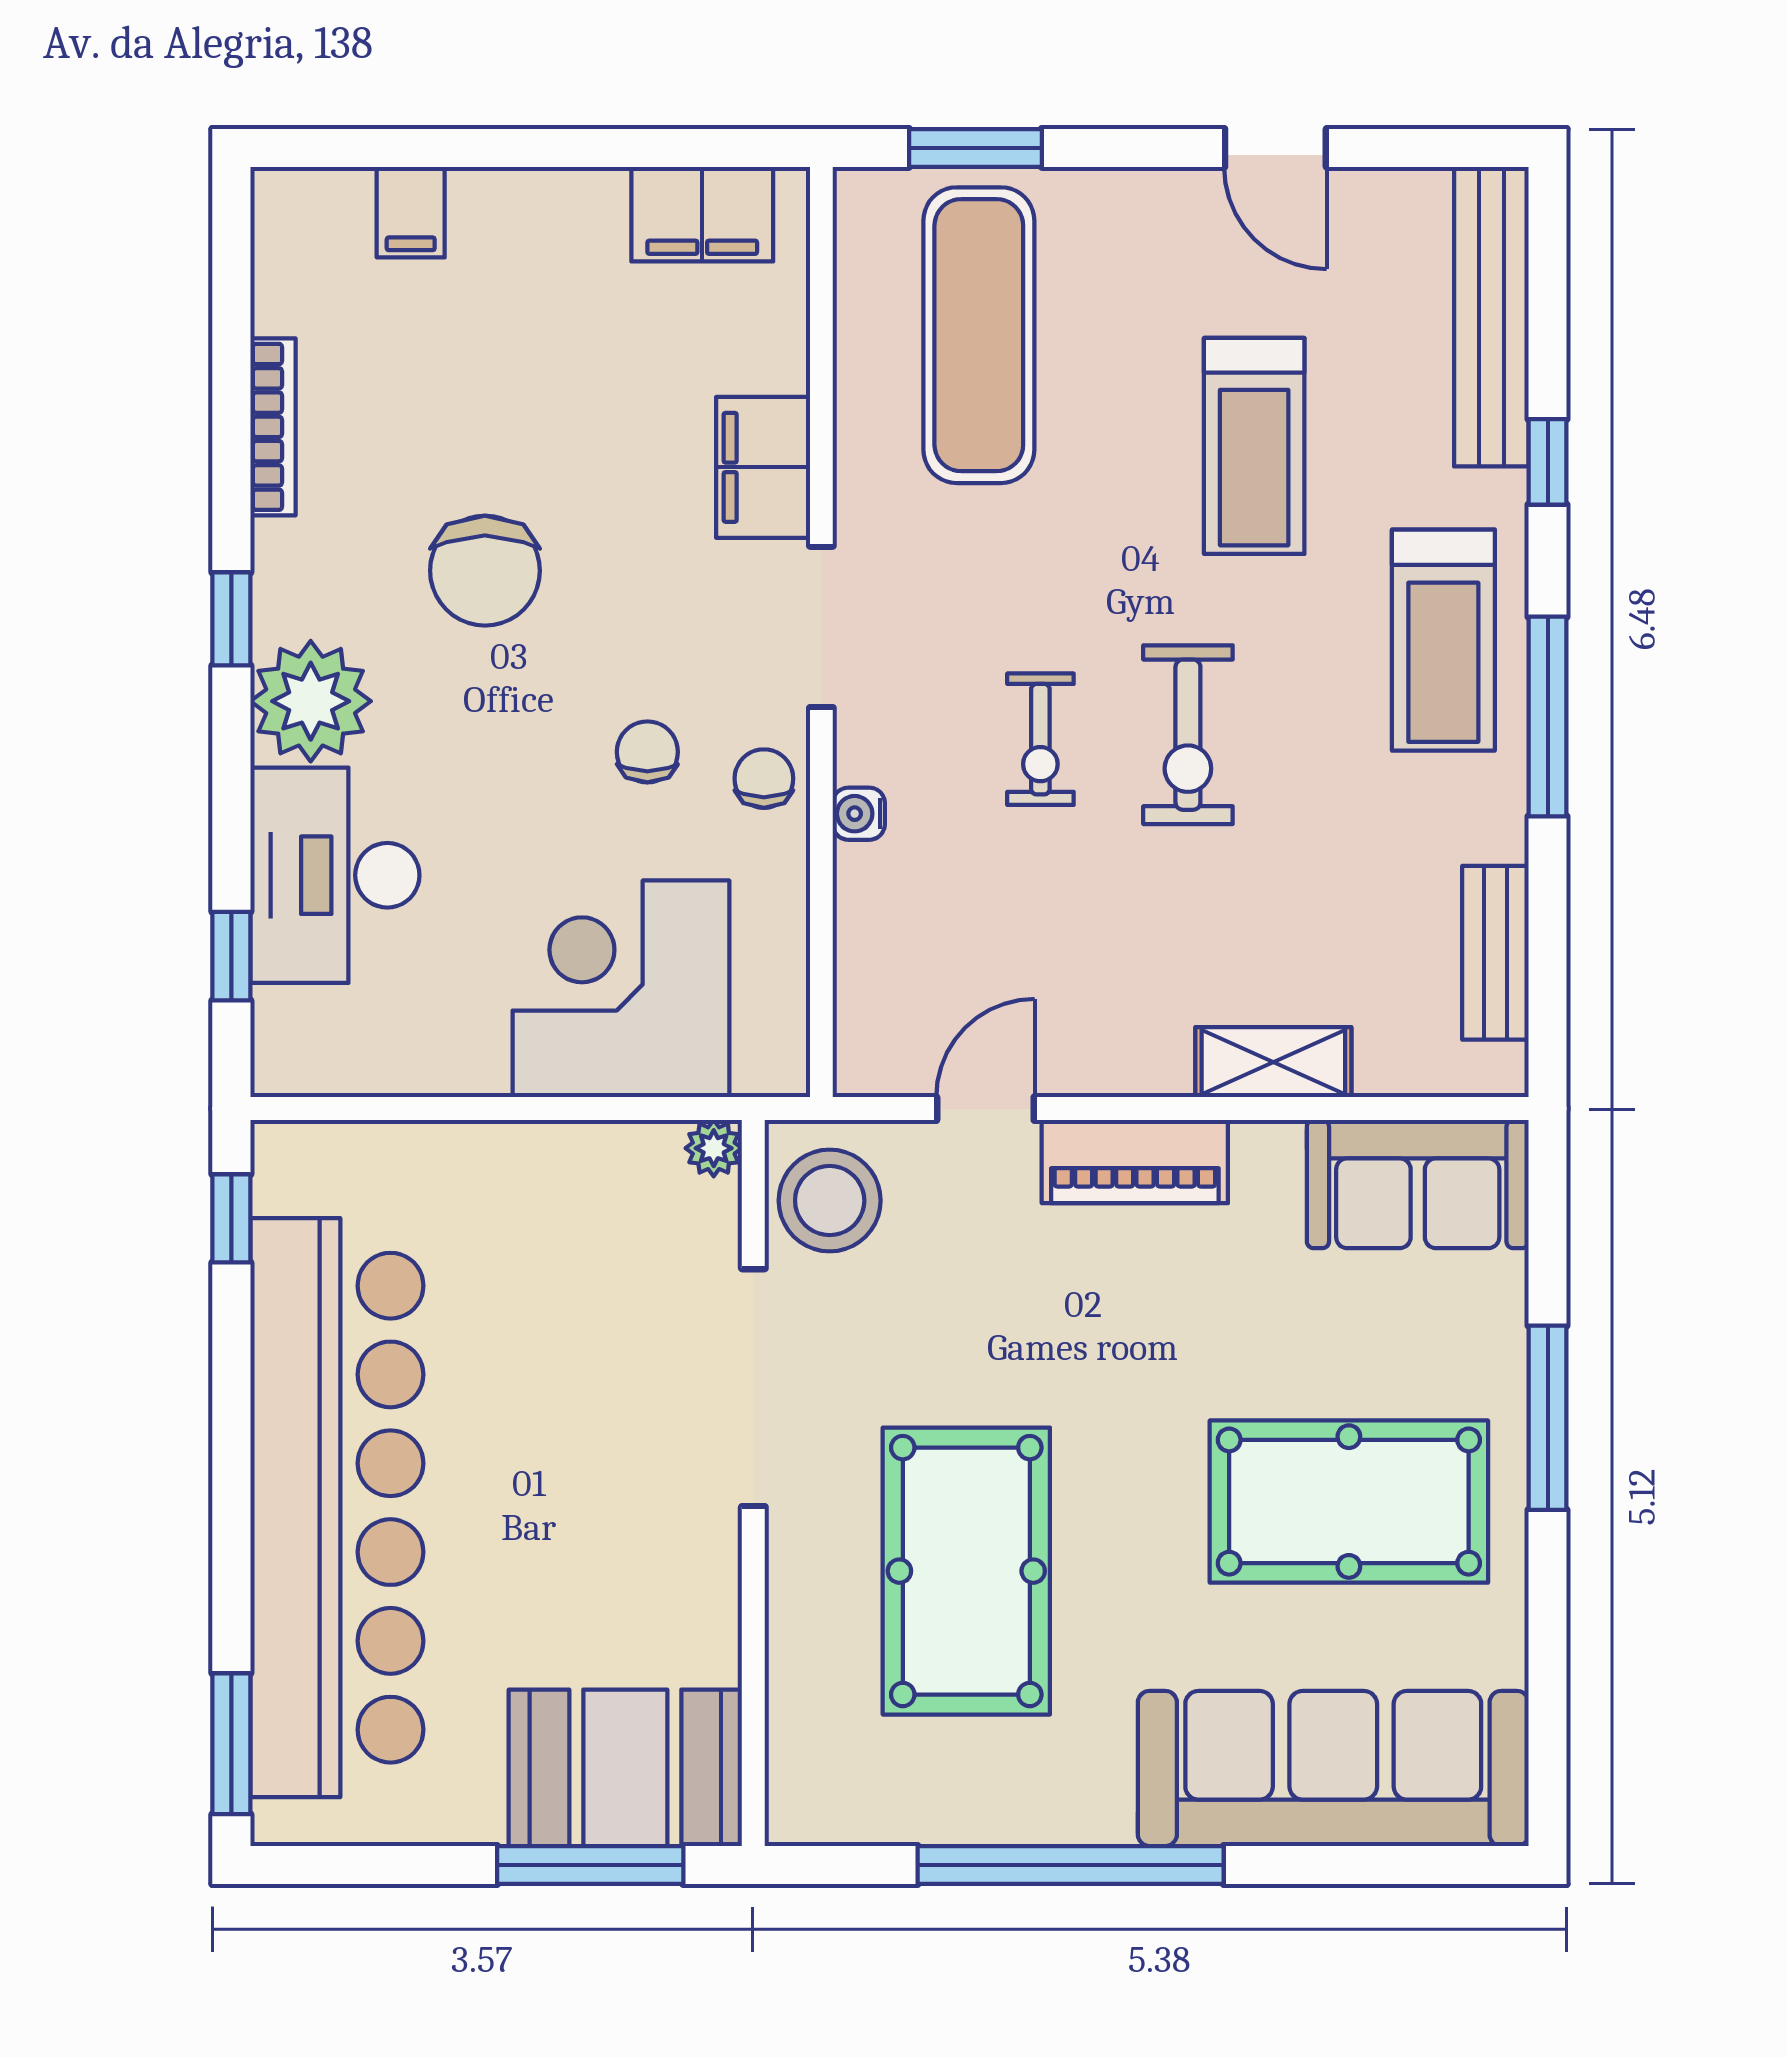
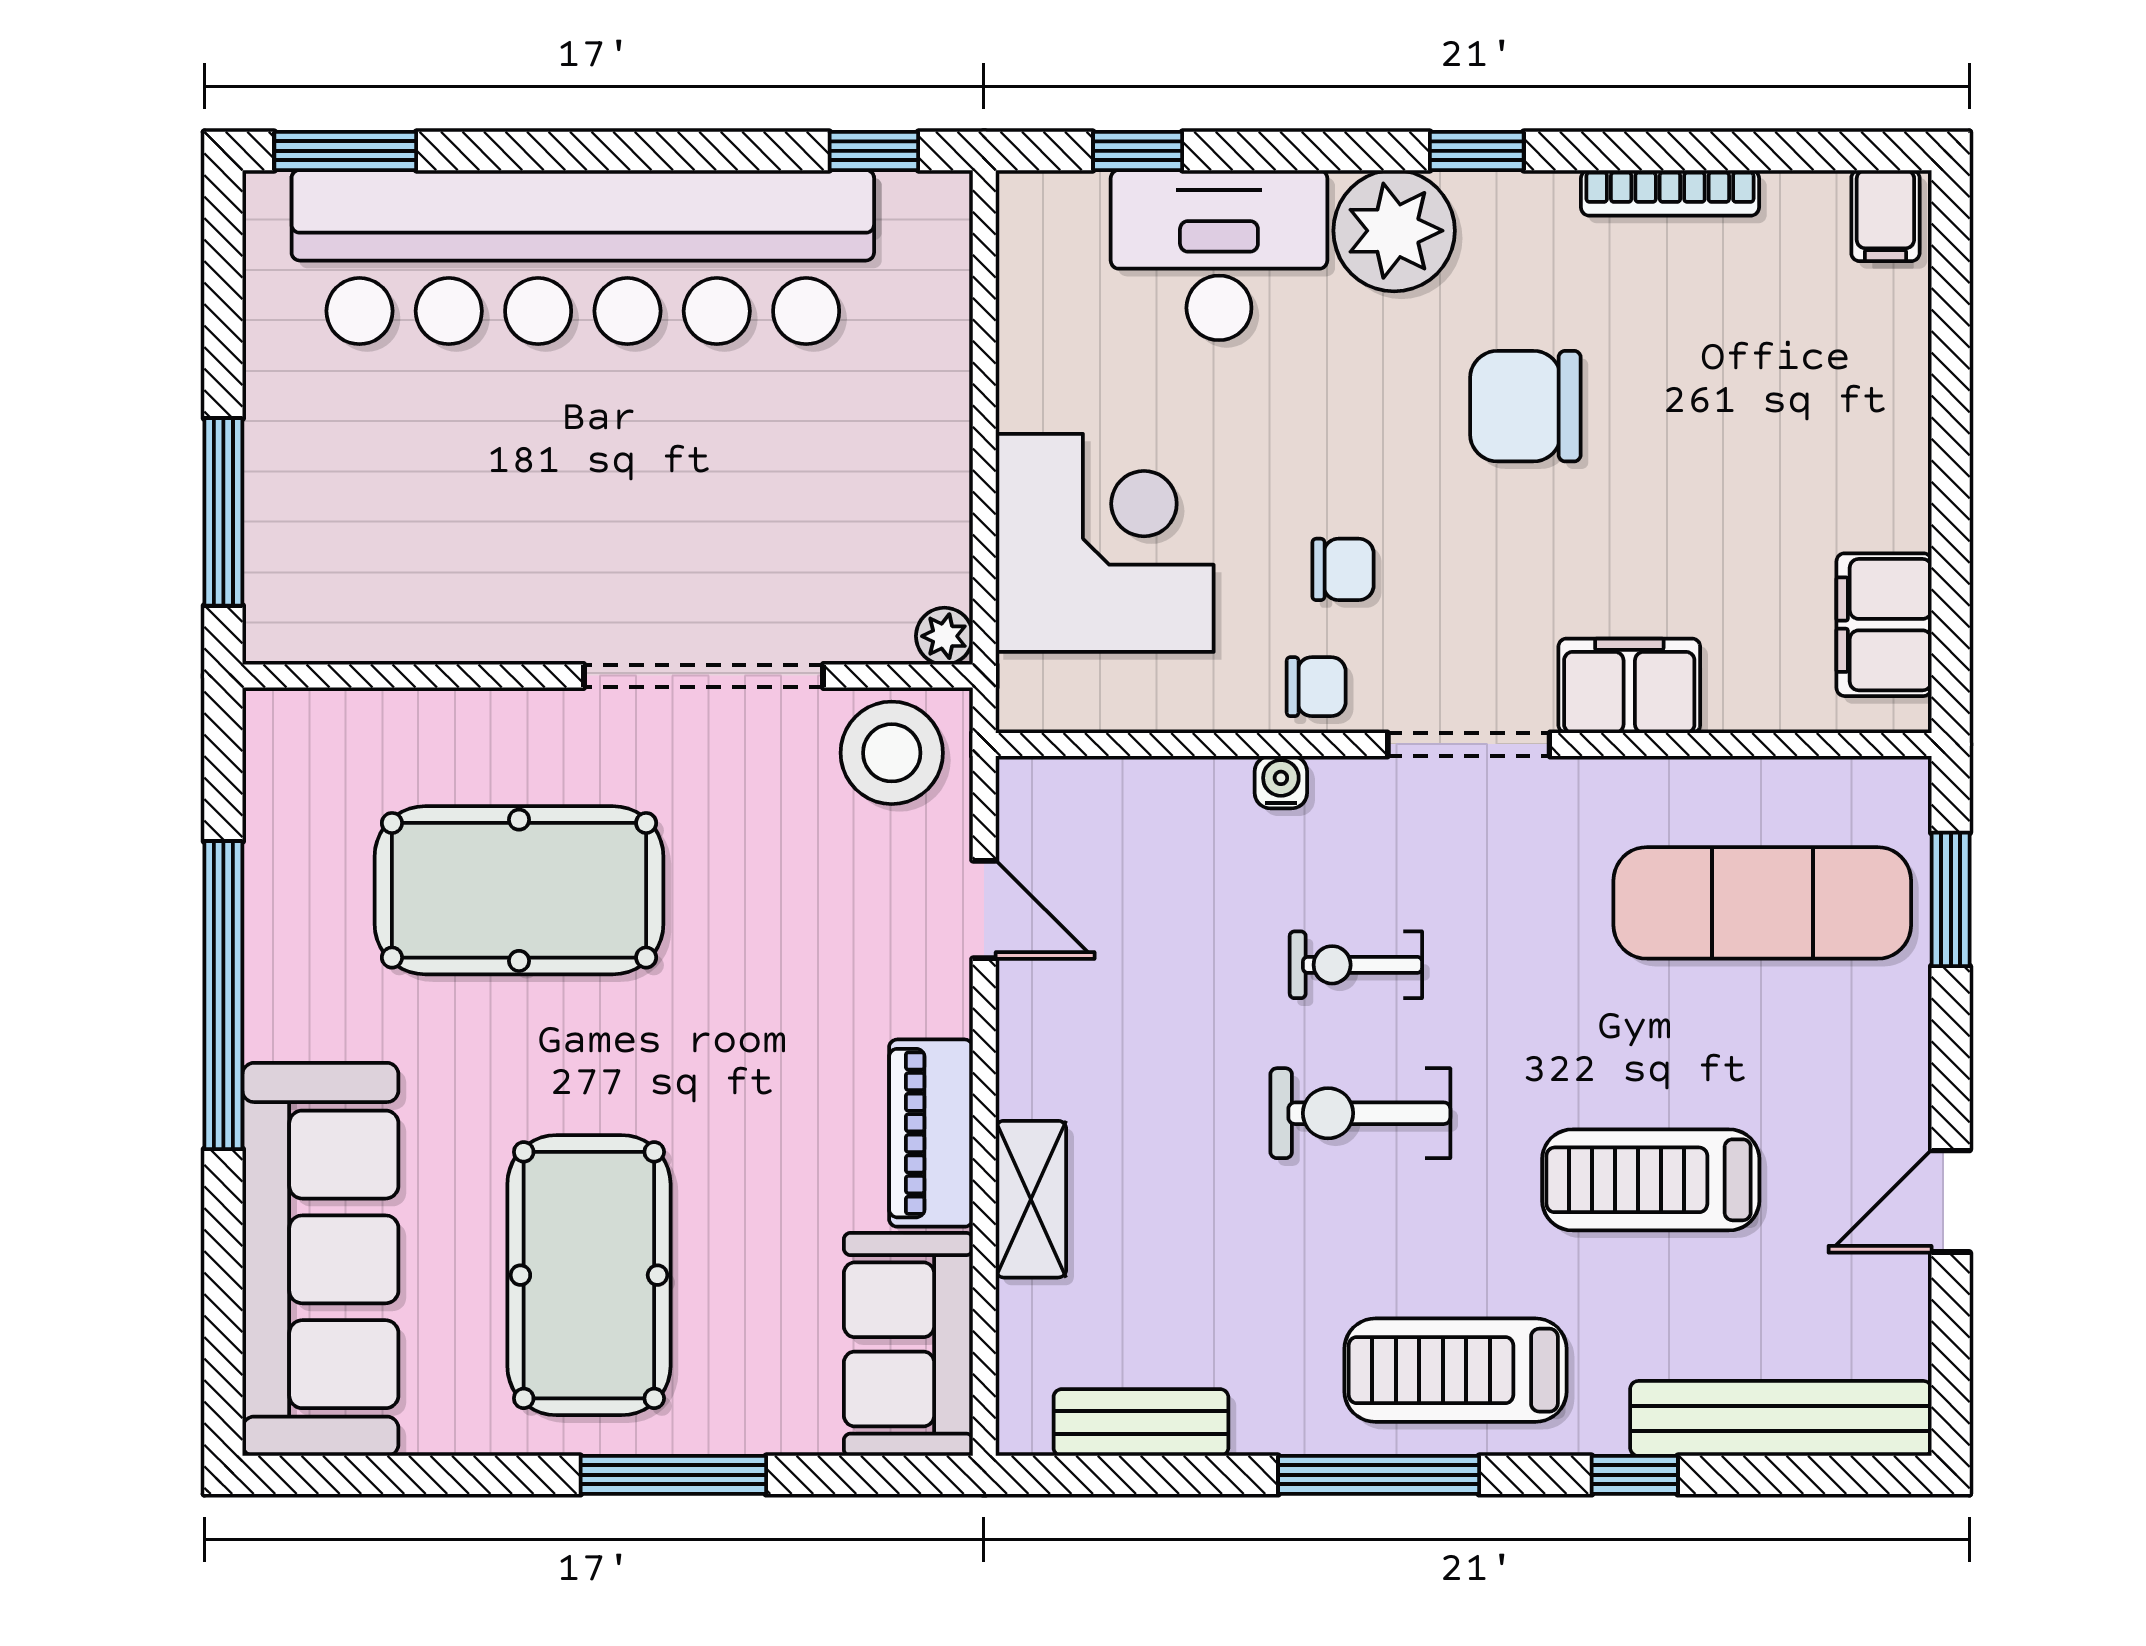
filing cabinet: (411, 212) -> (1885, 216), moved, turned -90
piano: (1135, 1162) -> (931, 1133), moved
booth: (625, 1768) -> (321, 547), removed

